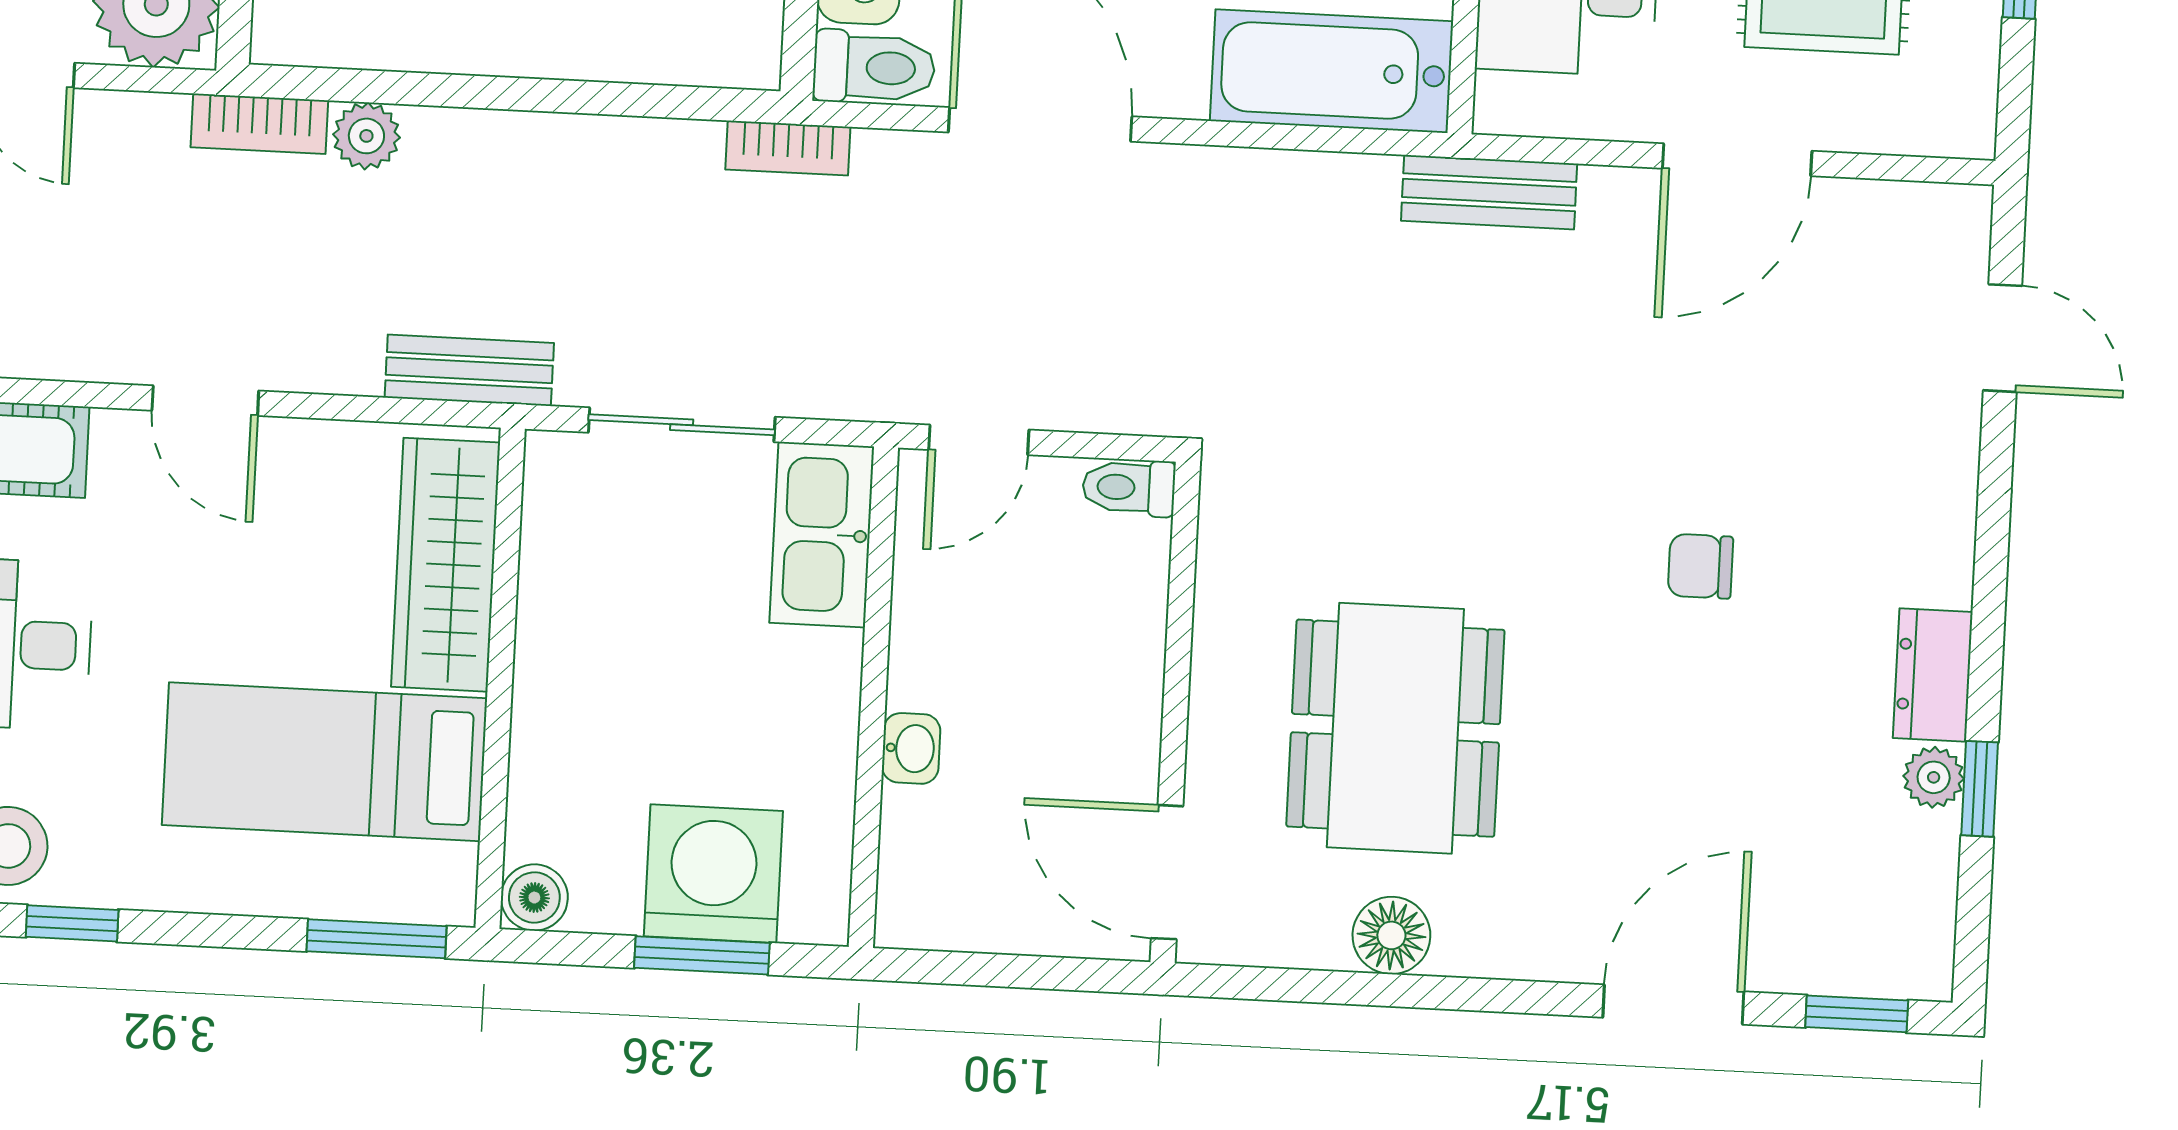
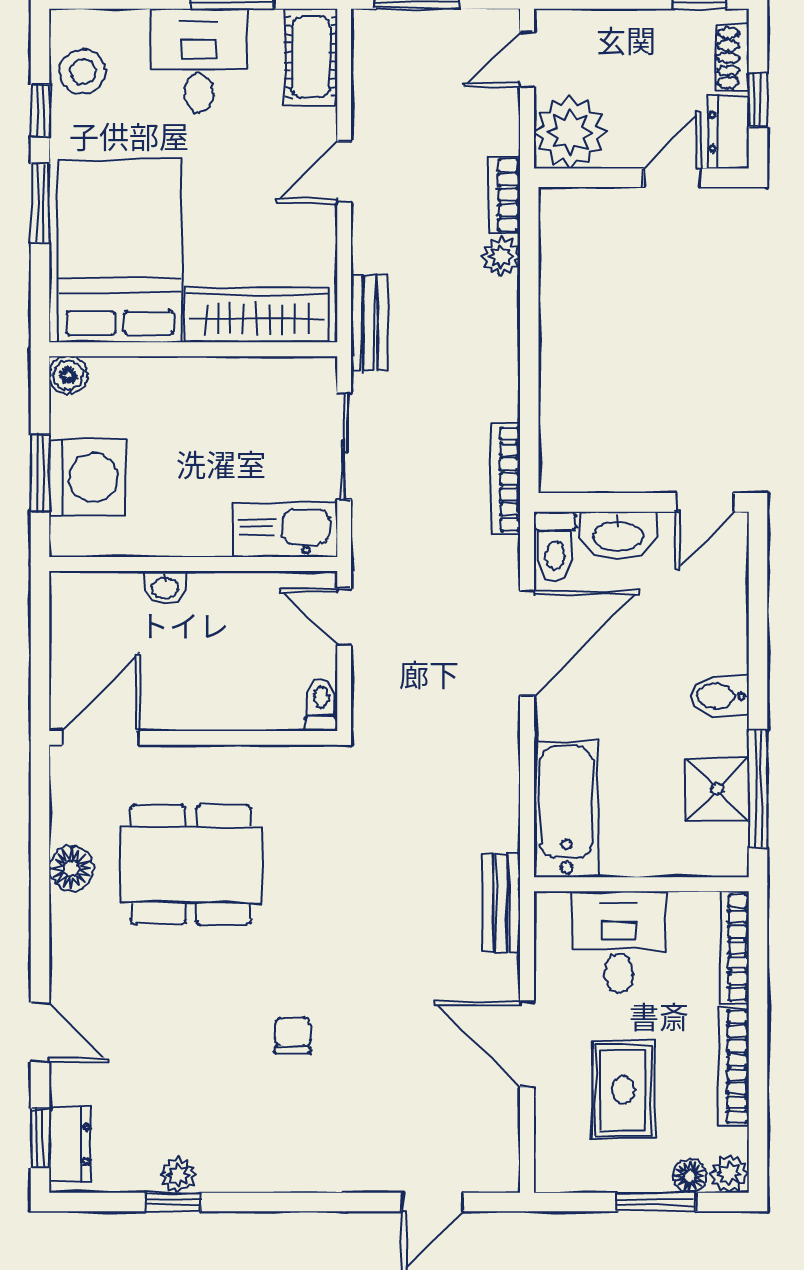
bookcase: (788, 148) -> (506, 479), width x1.56
dresser: (1933, 675) -> (70, 1144), moved, turned 90
bed: (325, 762) -> (120, 251), width x1.50
window: (376, 939) -> (40, 203), moved
door: (1673, 1005) -> (40, 1032), width x0.73

